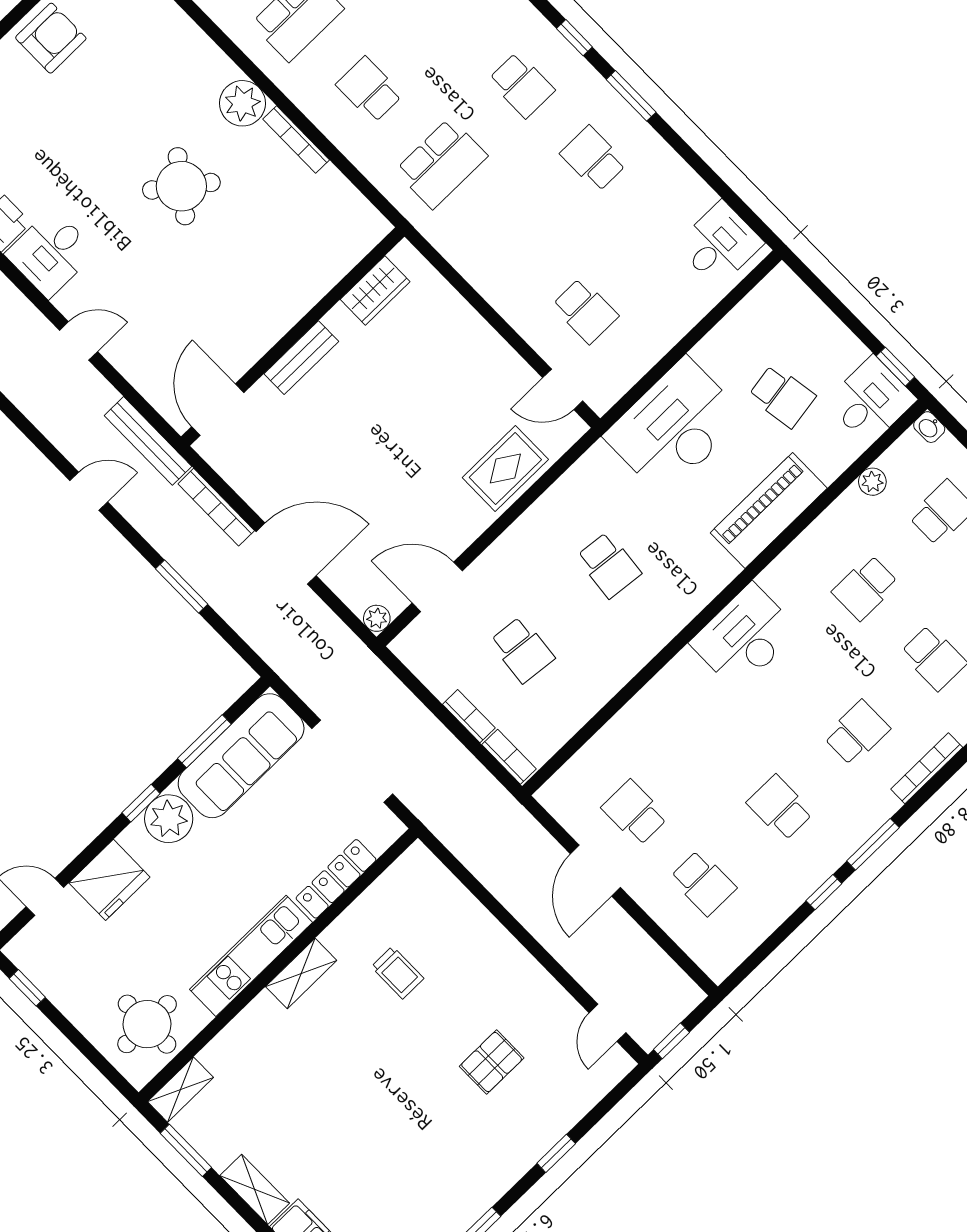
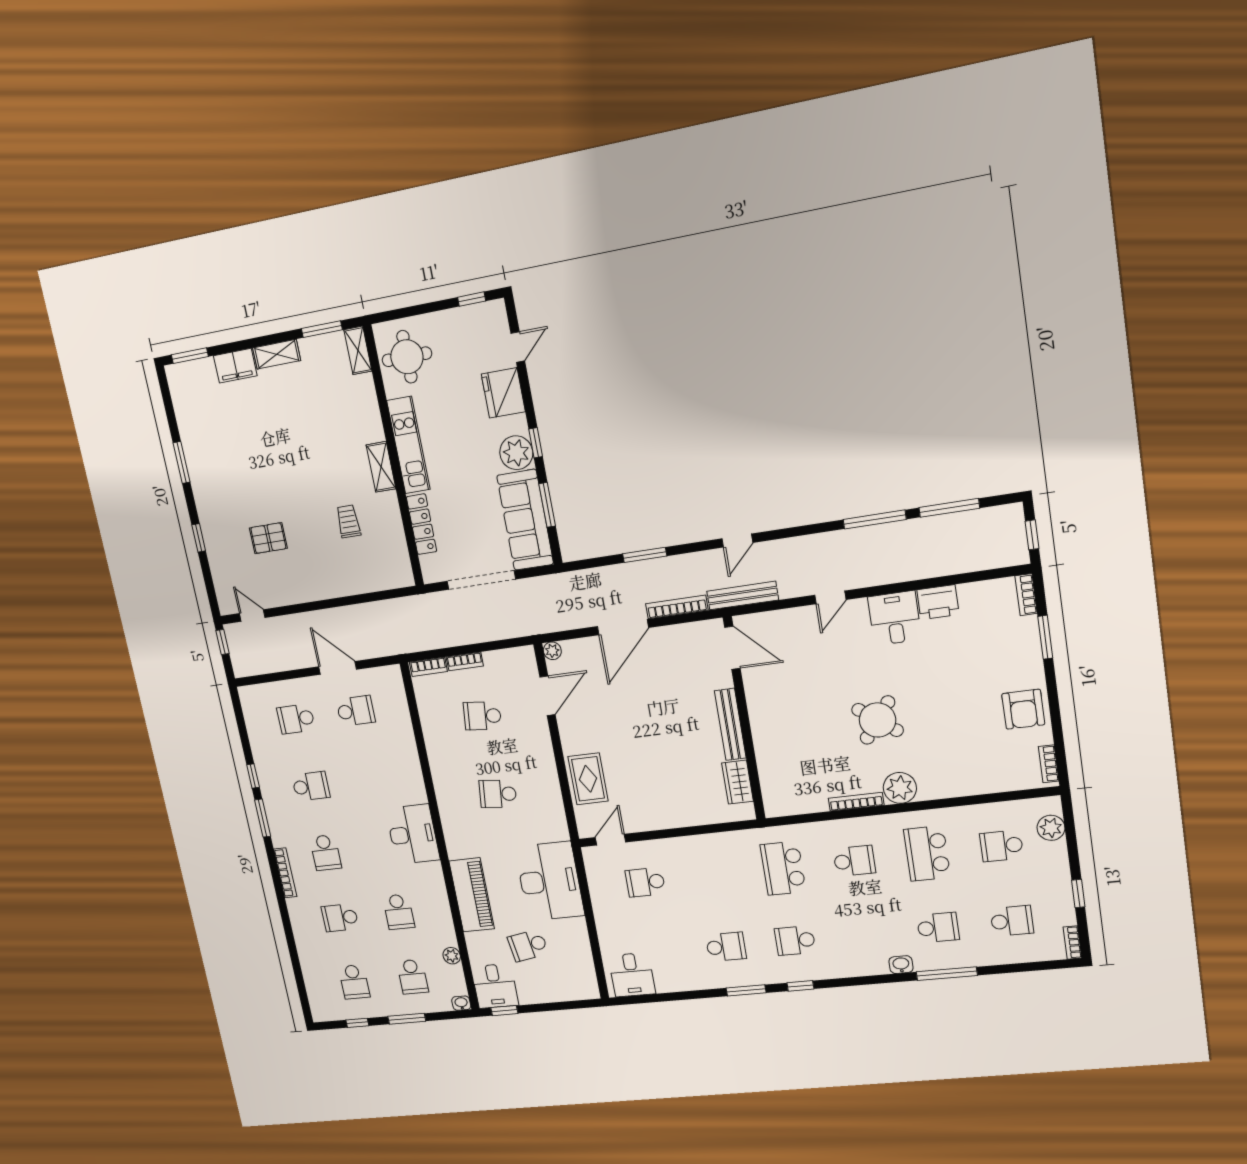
bench: (301, 358) -> (730, 724), width x1.36
school desk: (865, 588) -> (399, 912), turned 180
trolley: (397, 973) -> (348, 521), turned 90
pallet: (492, 1062) -> (268, 538), turned 90

